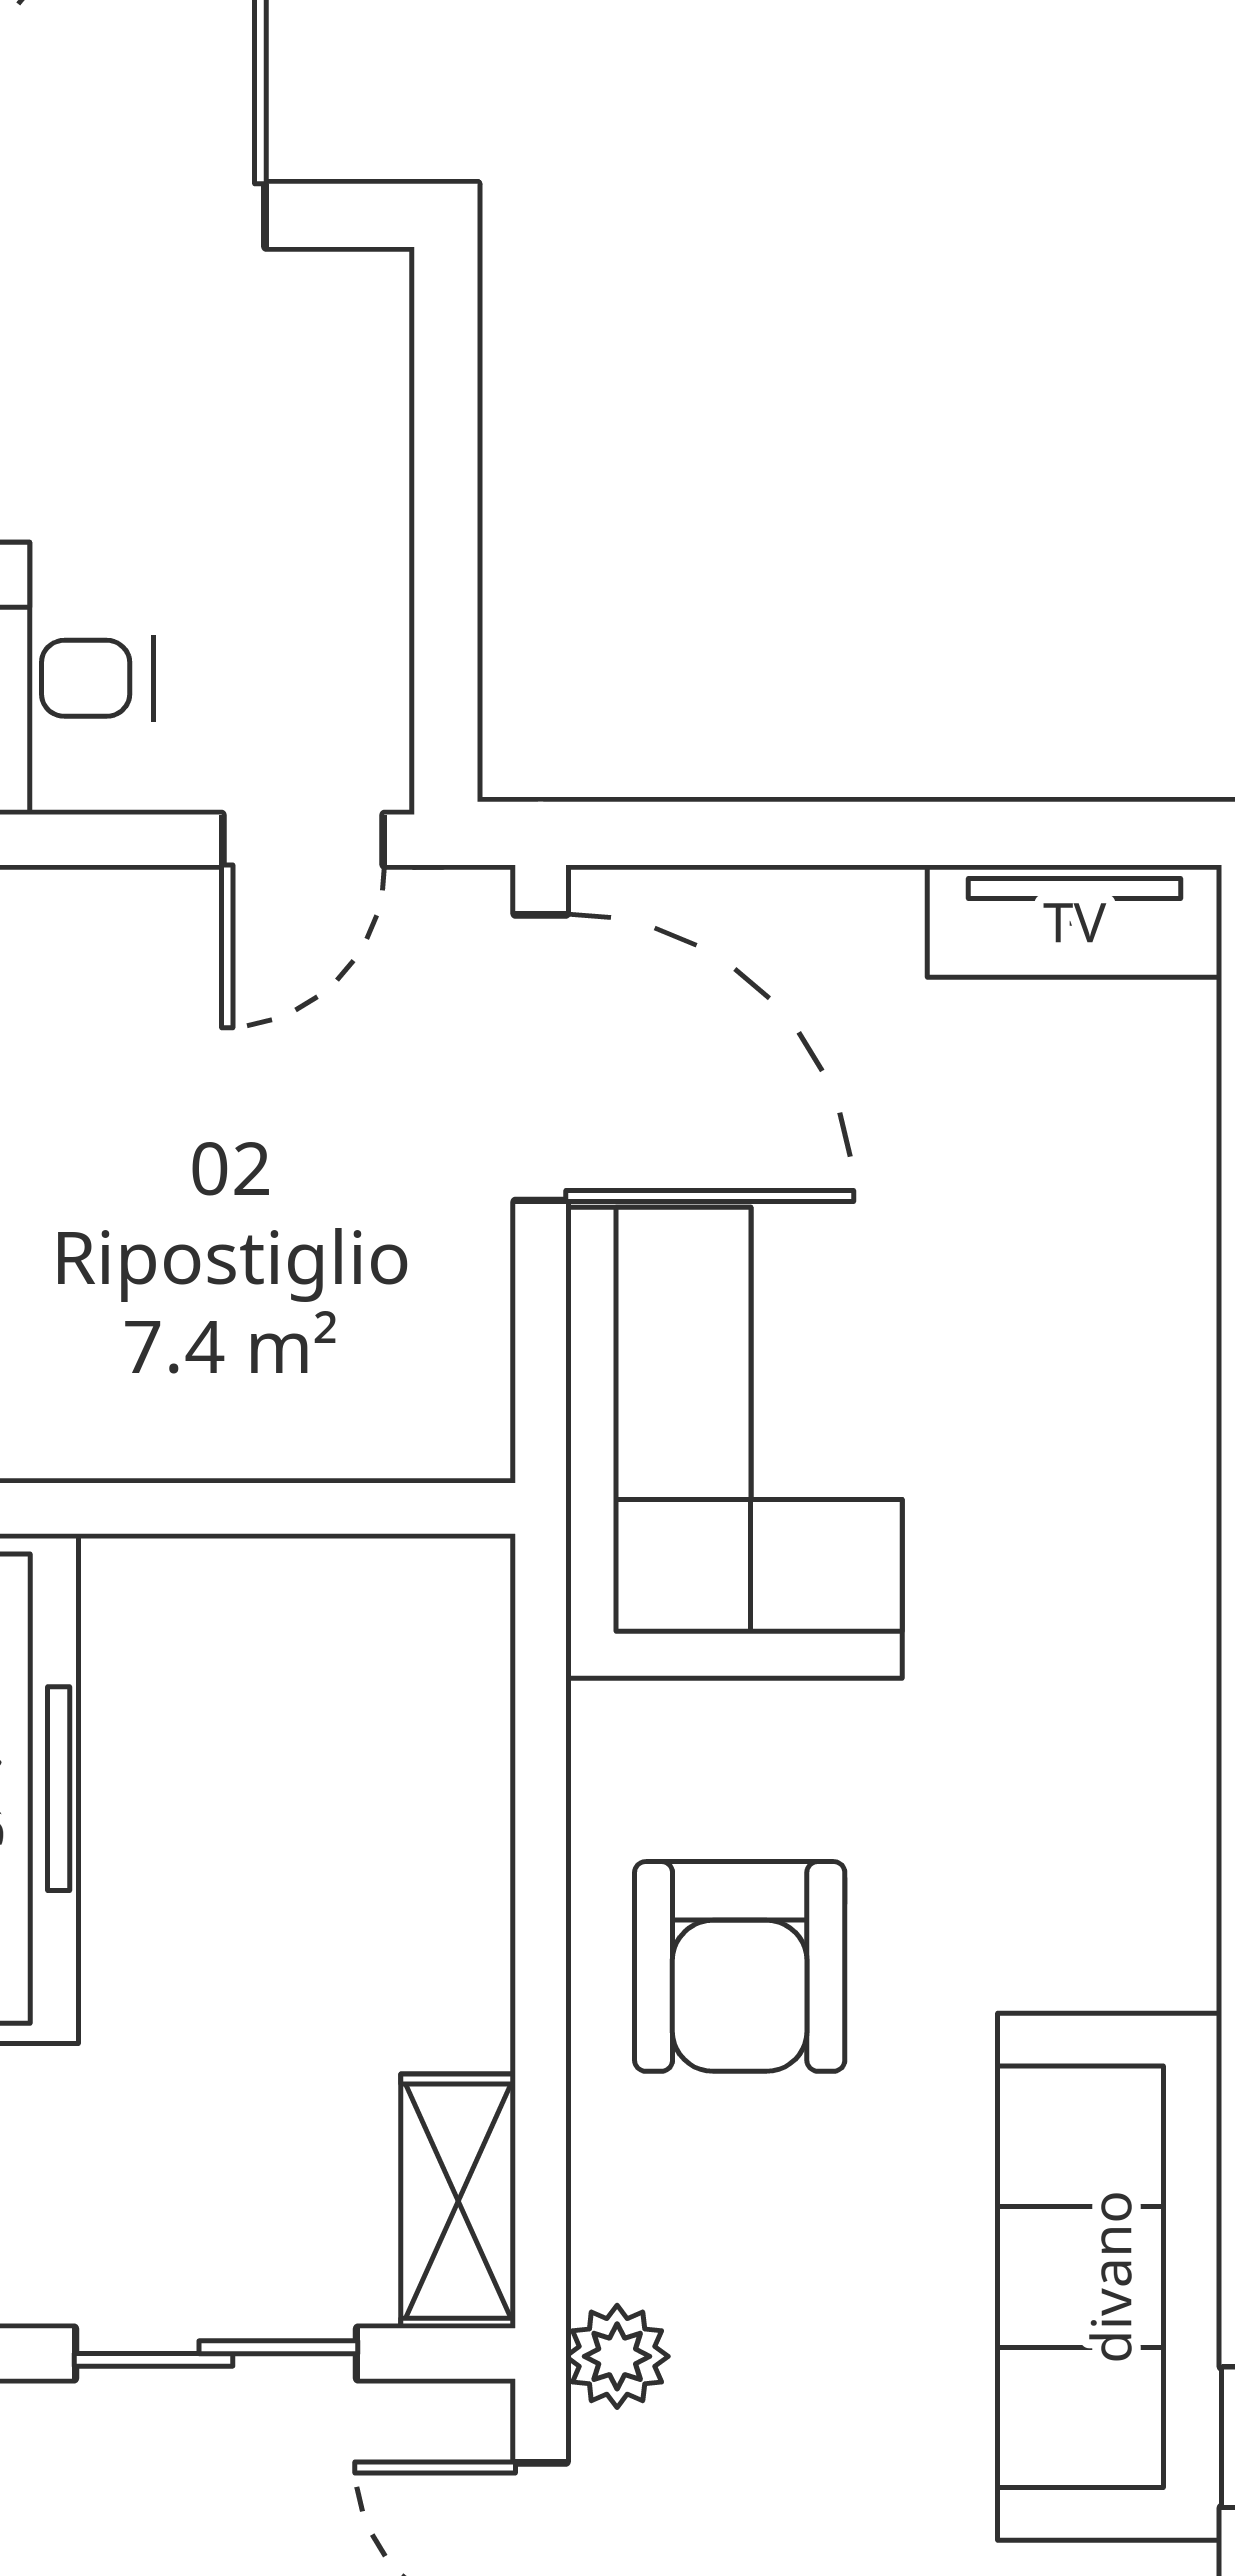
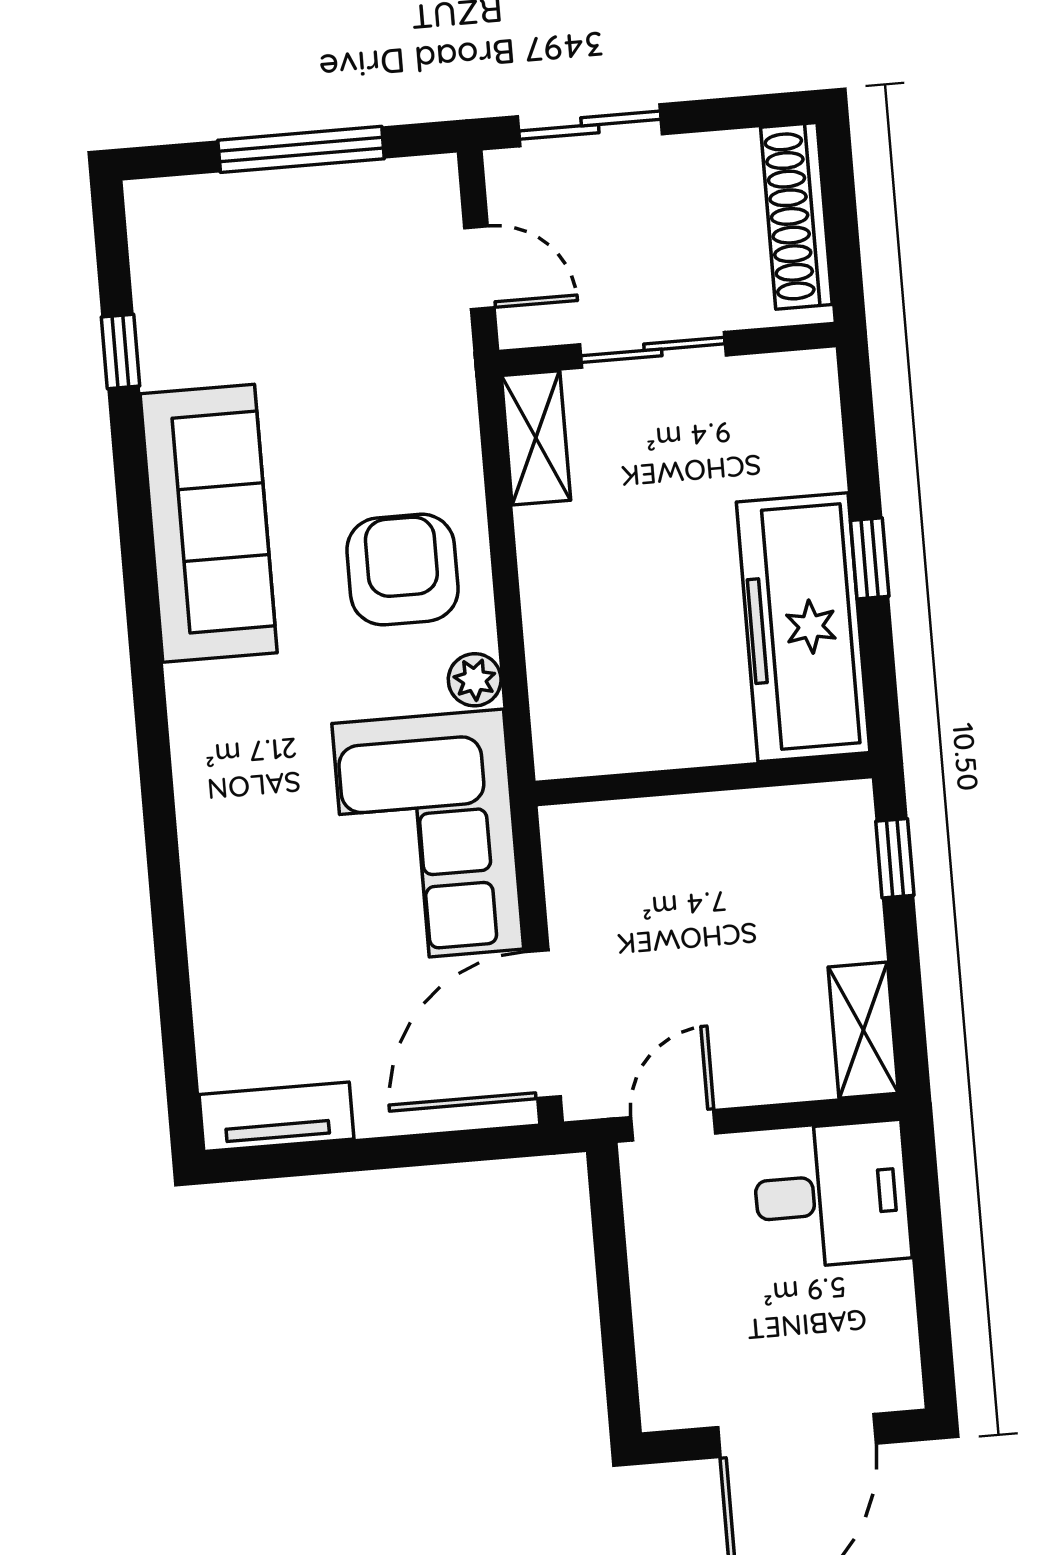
door: (541, 1058) -> (543, 1024), hinge flipped
sofa: (1110, 2277) -> (209, 523), moved
plant: (617, 2356) -> (475, 680), moved

